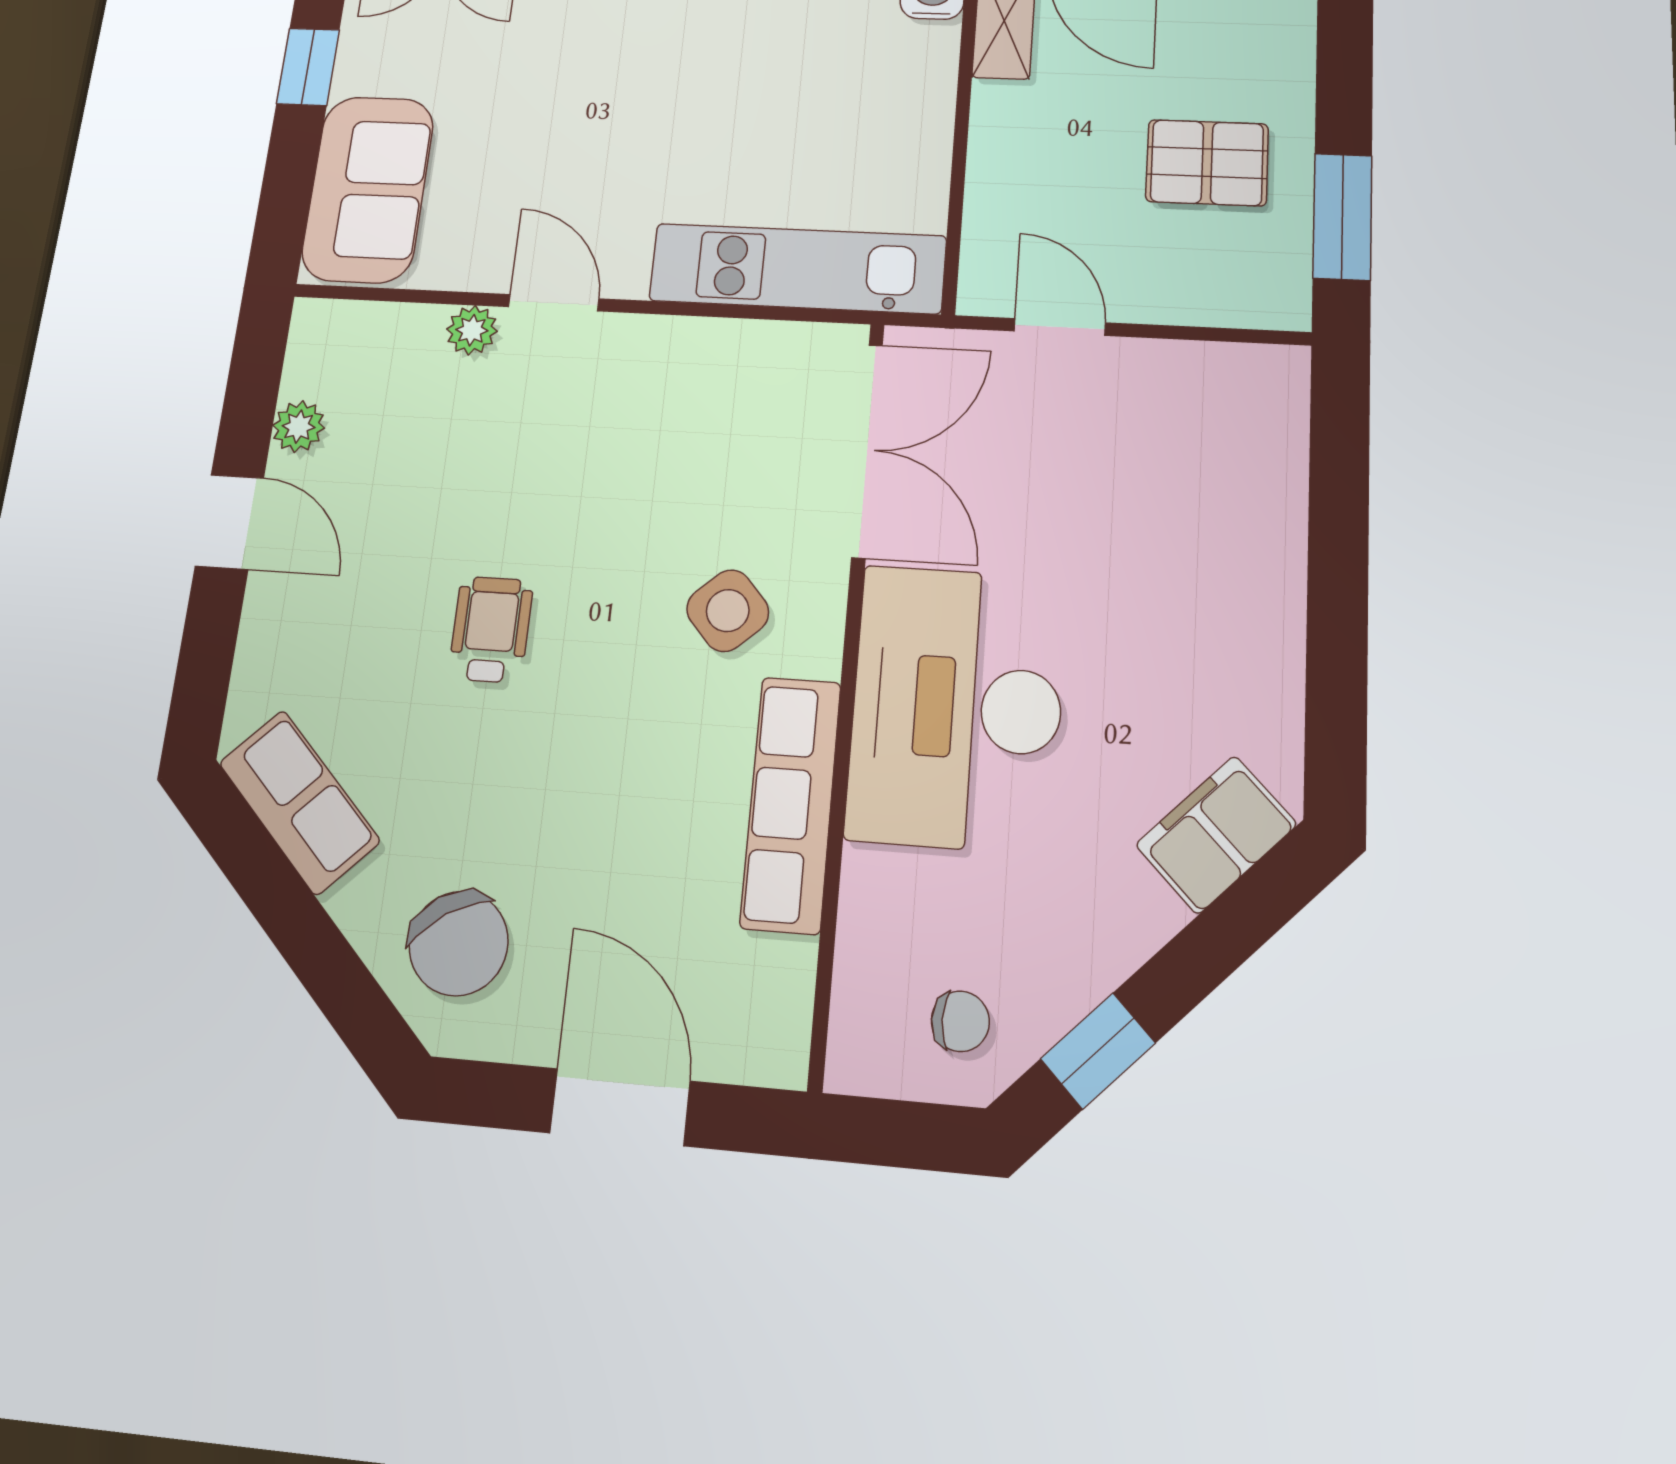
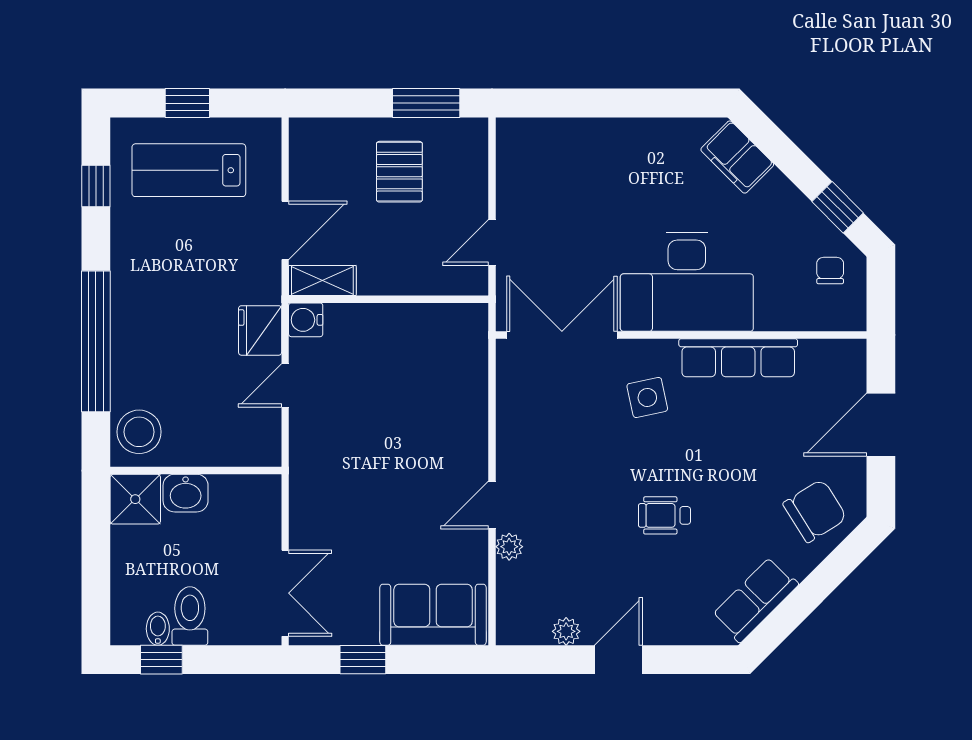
kitchen unit: (797, 268) -> (467, 379), removed
side table: (728, 611) -> (647, 397), turned 30

